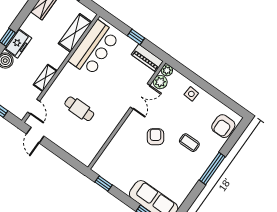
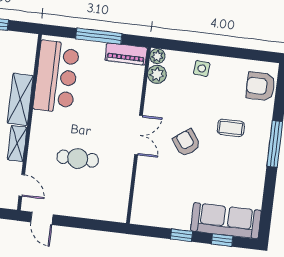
shelving: (75, 33) -> (20, 99), moved
window: (136, 37) -> (99, 36), width x2.17
double door: (140, 96) -> (138, 135), moved
armchair: (223, 126) -> (261, 86), turned 90
window: (104, 184) -> (181, 235), moved

